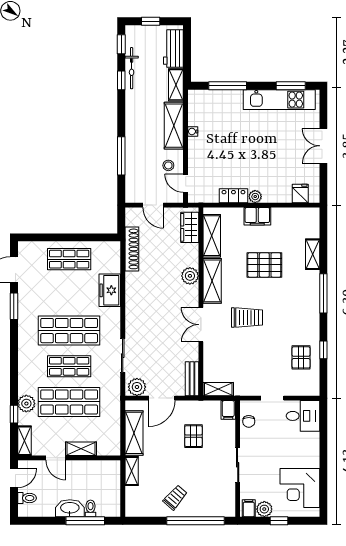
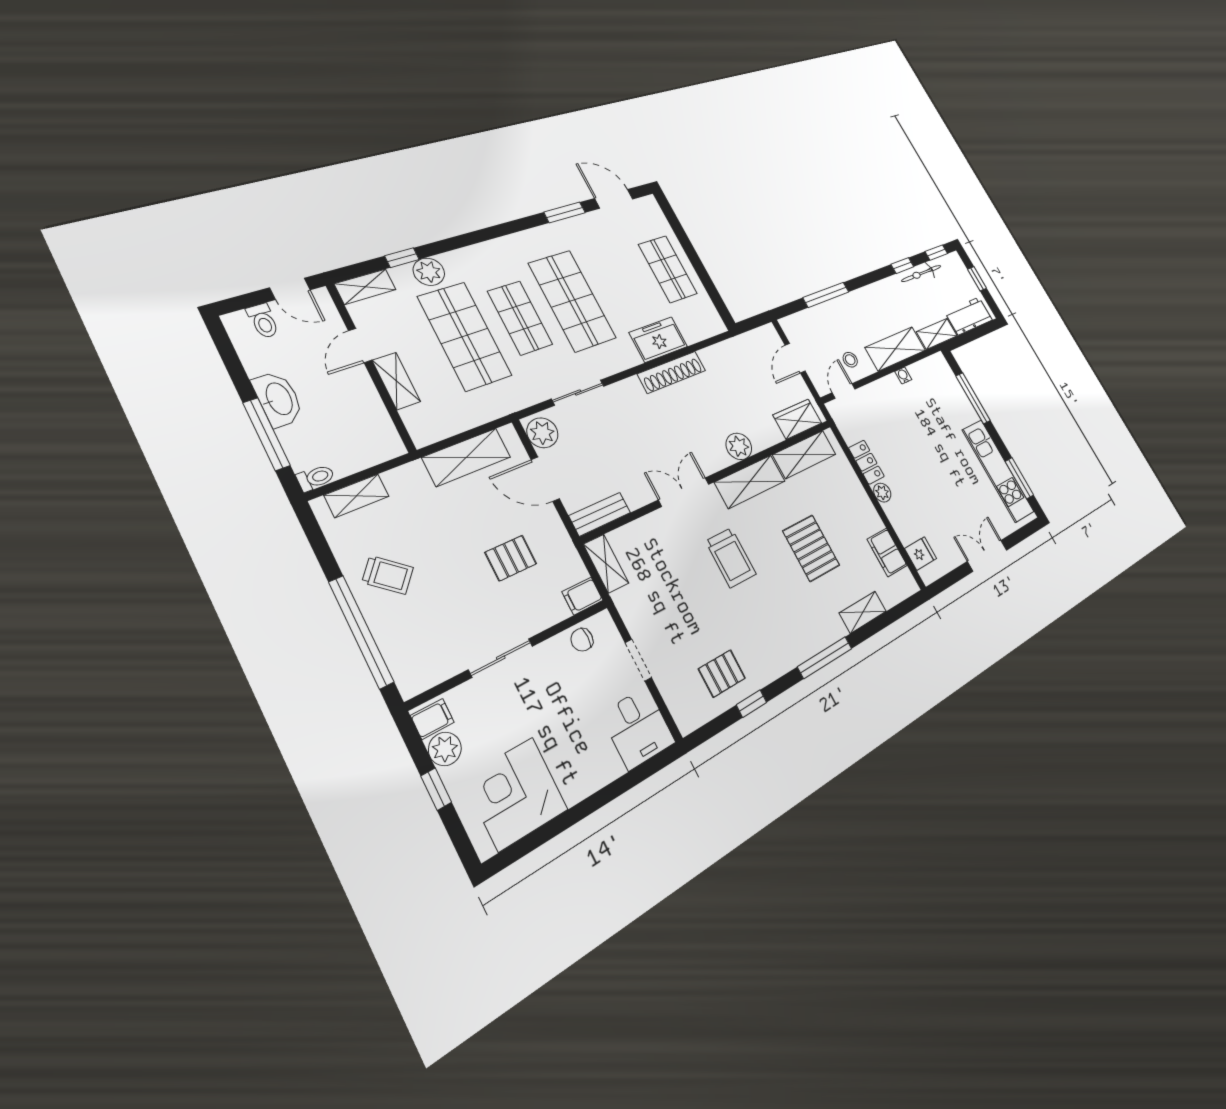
filing cabinet: (257, 216) -> (887, 552), moved
shoe rack: (132, 249) -> (672, 372), moved
shelving: (132, 471) -> (357, 496), moved
toilet: (91, 508) -> (316, 478), moved

